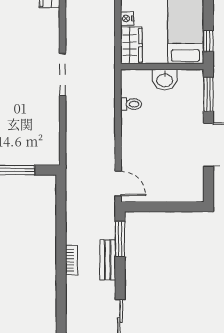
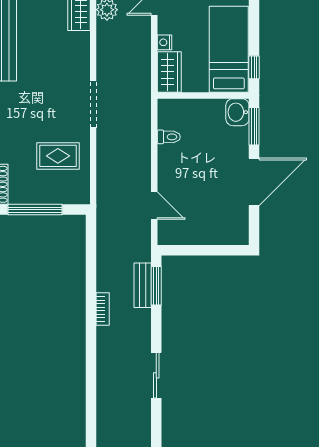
washbasin: (165, 80) -> (237, 112), moved, turned 90
rug: (31, 122) -> (58, 156), added
door: (118, 184) -> (154, 206), moved
bench: (108, 260) -> (143, 285), moved

